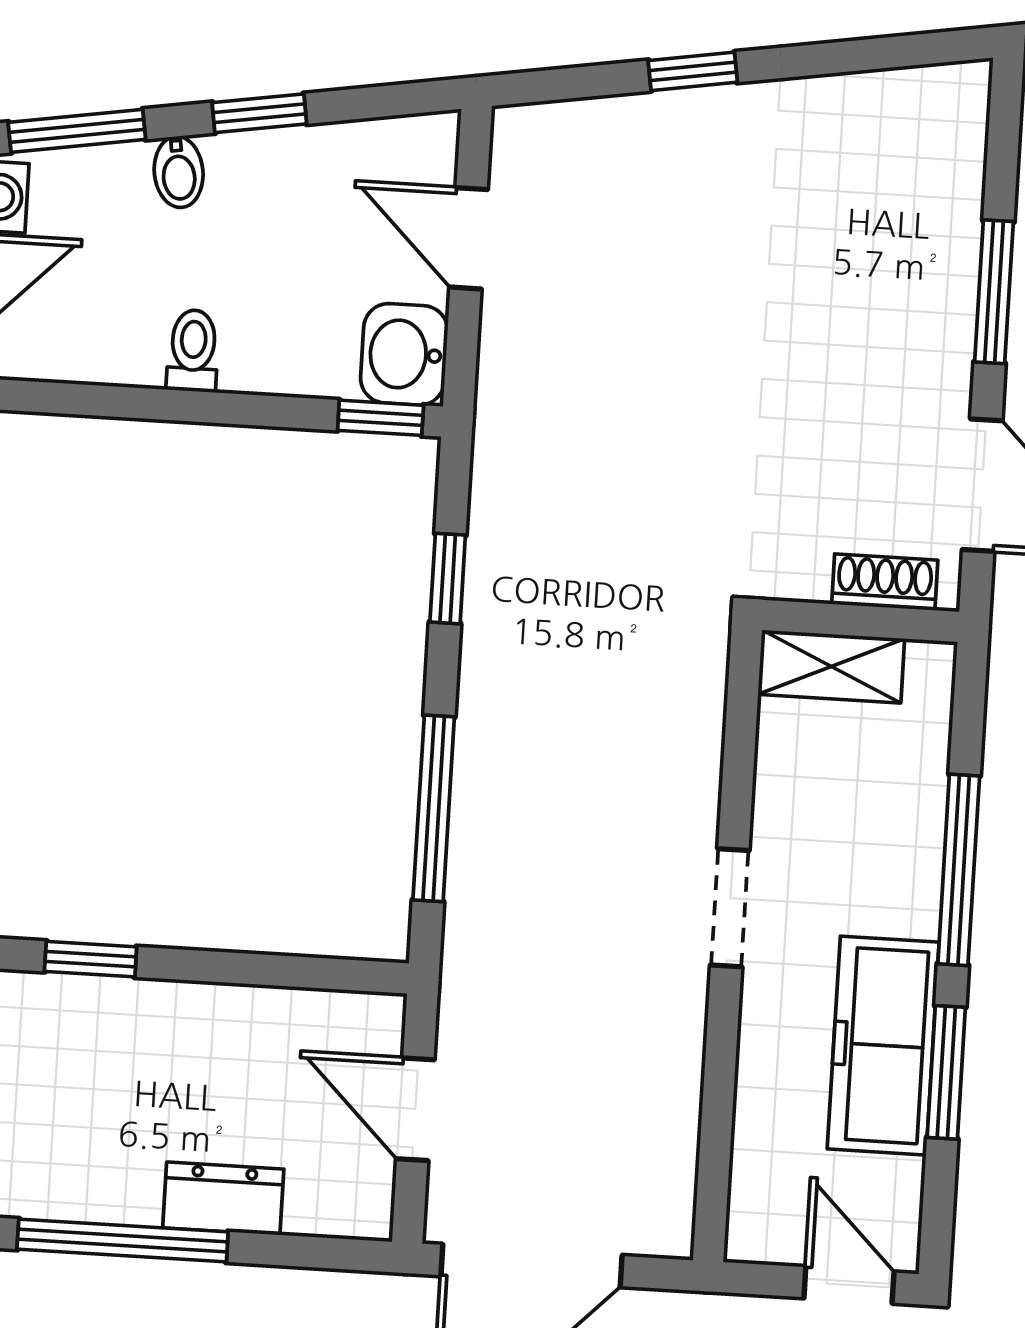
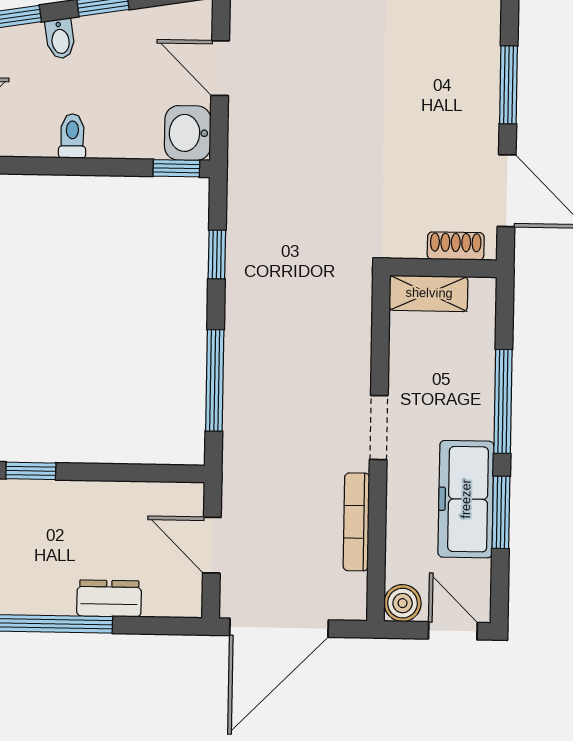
bookcase: (681, 1078) -> (356, 522), added
boiler: (759, 1230) -> (403, 603), added

